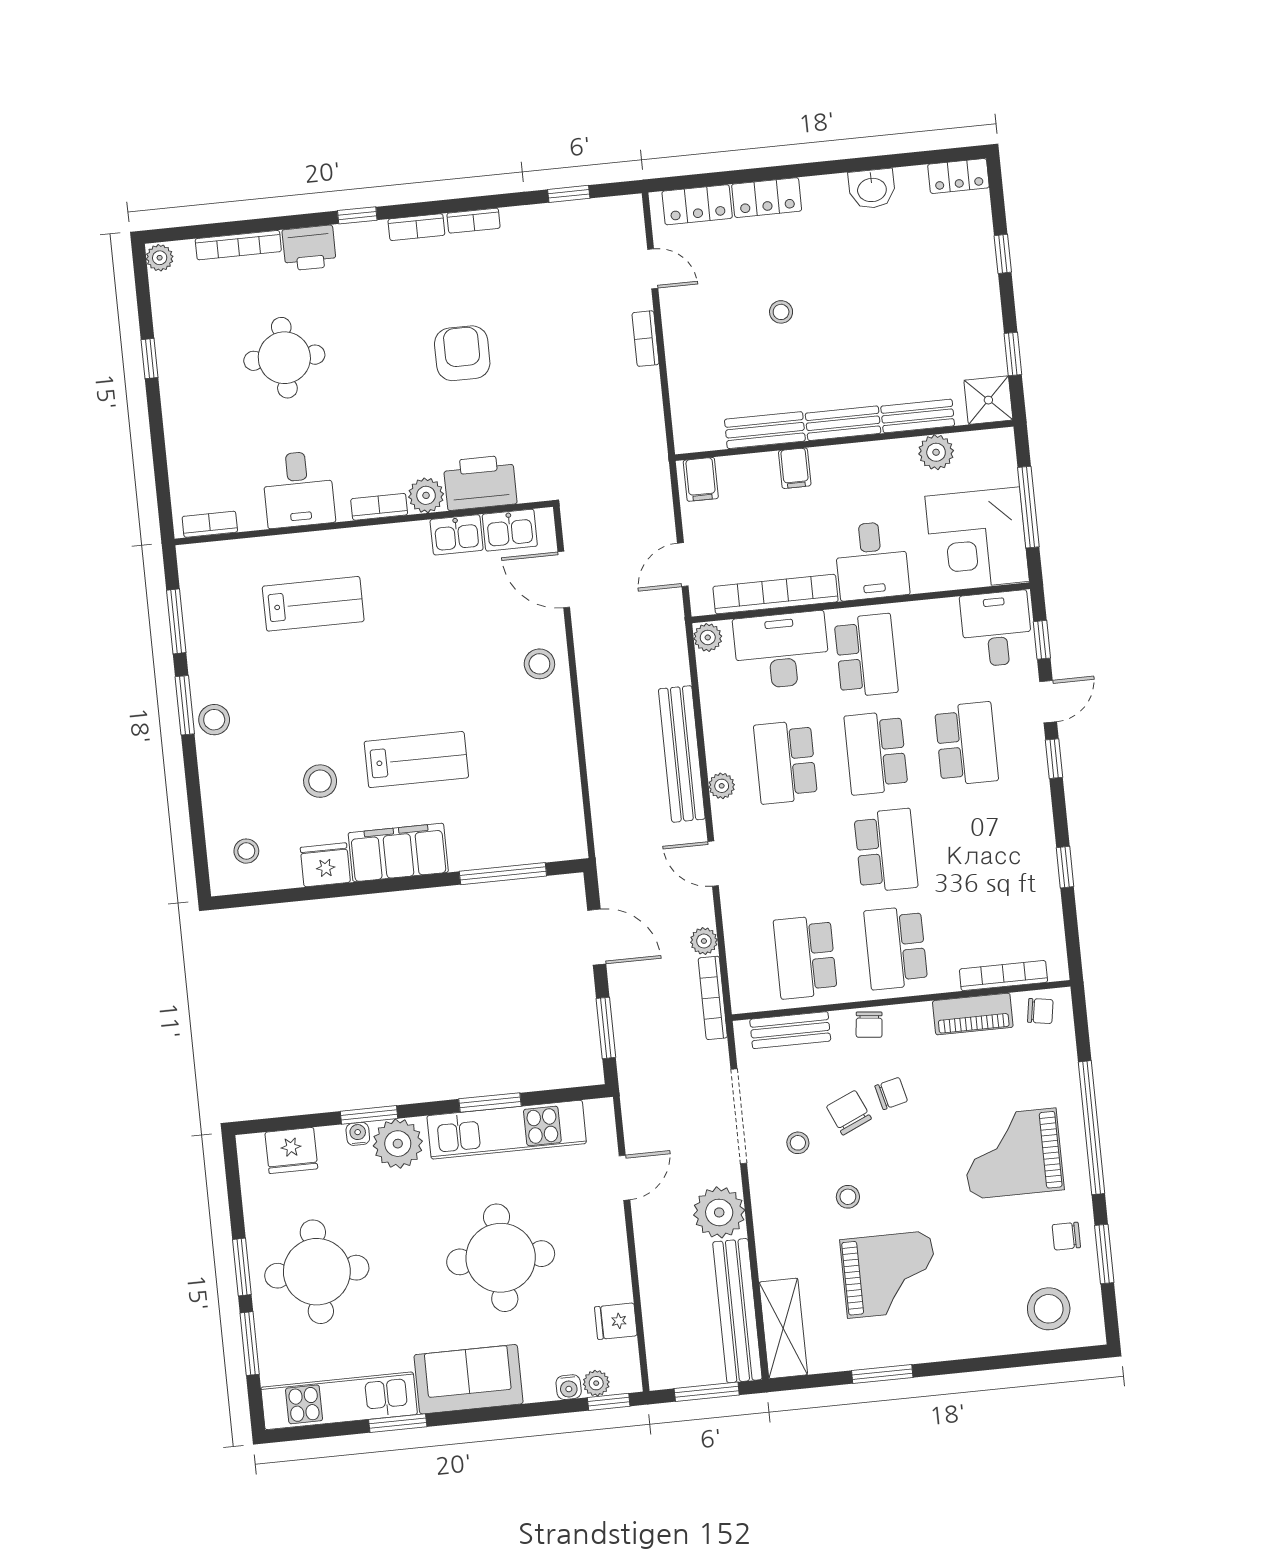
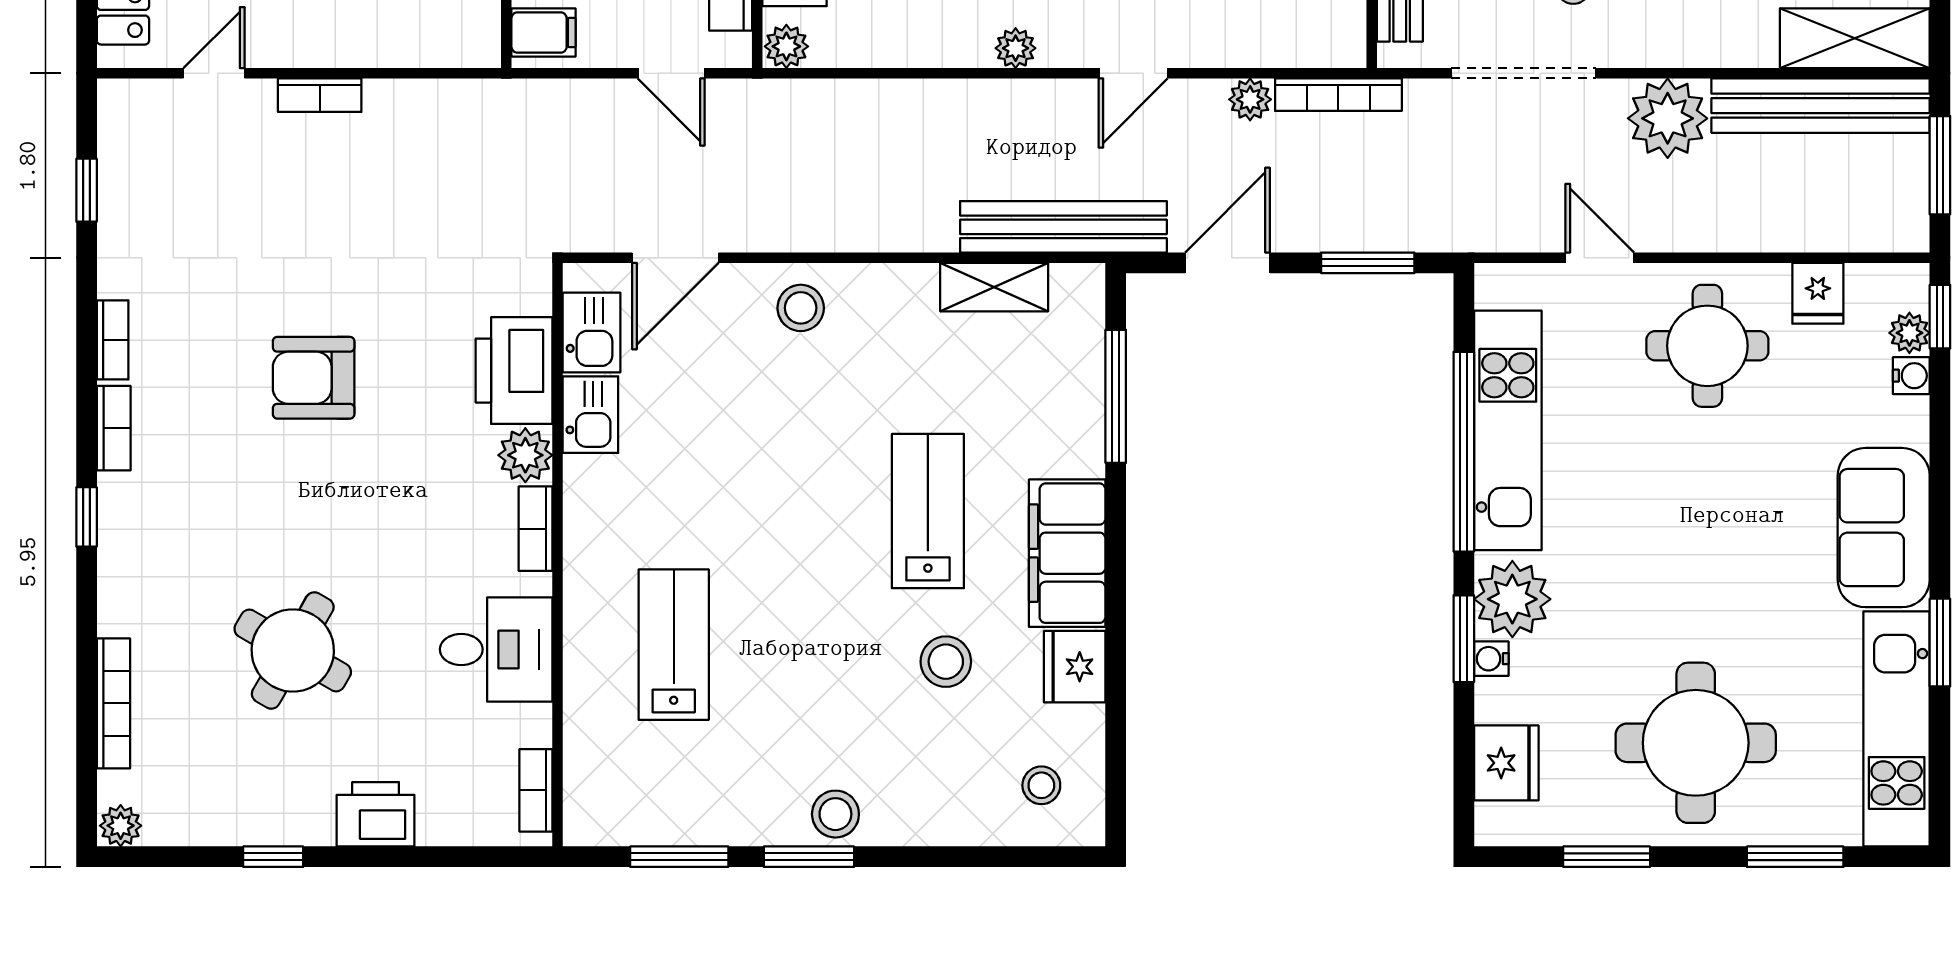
printer: (309, 248) -> (376, 814), moved, turned -90
round table: (284, 358) -> (293, 650), turned 30
bench: (682, 754) -> (1063, 227), moved
shelving: (566, 788) -> (994, 287), added
window: (490, 1103) -> (1464, 452), width x2.11
round table: (501, 1258) -> (1707, 346), moved, width x0.73, depth x0.73
window: (242, 1267) -> (1607, 857), moved

